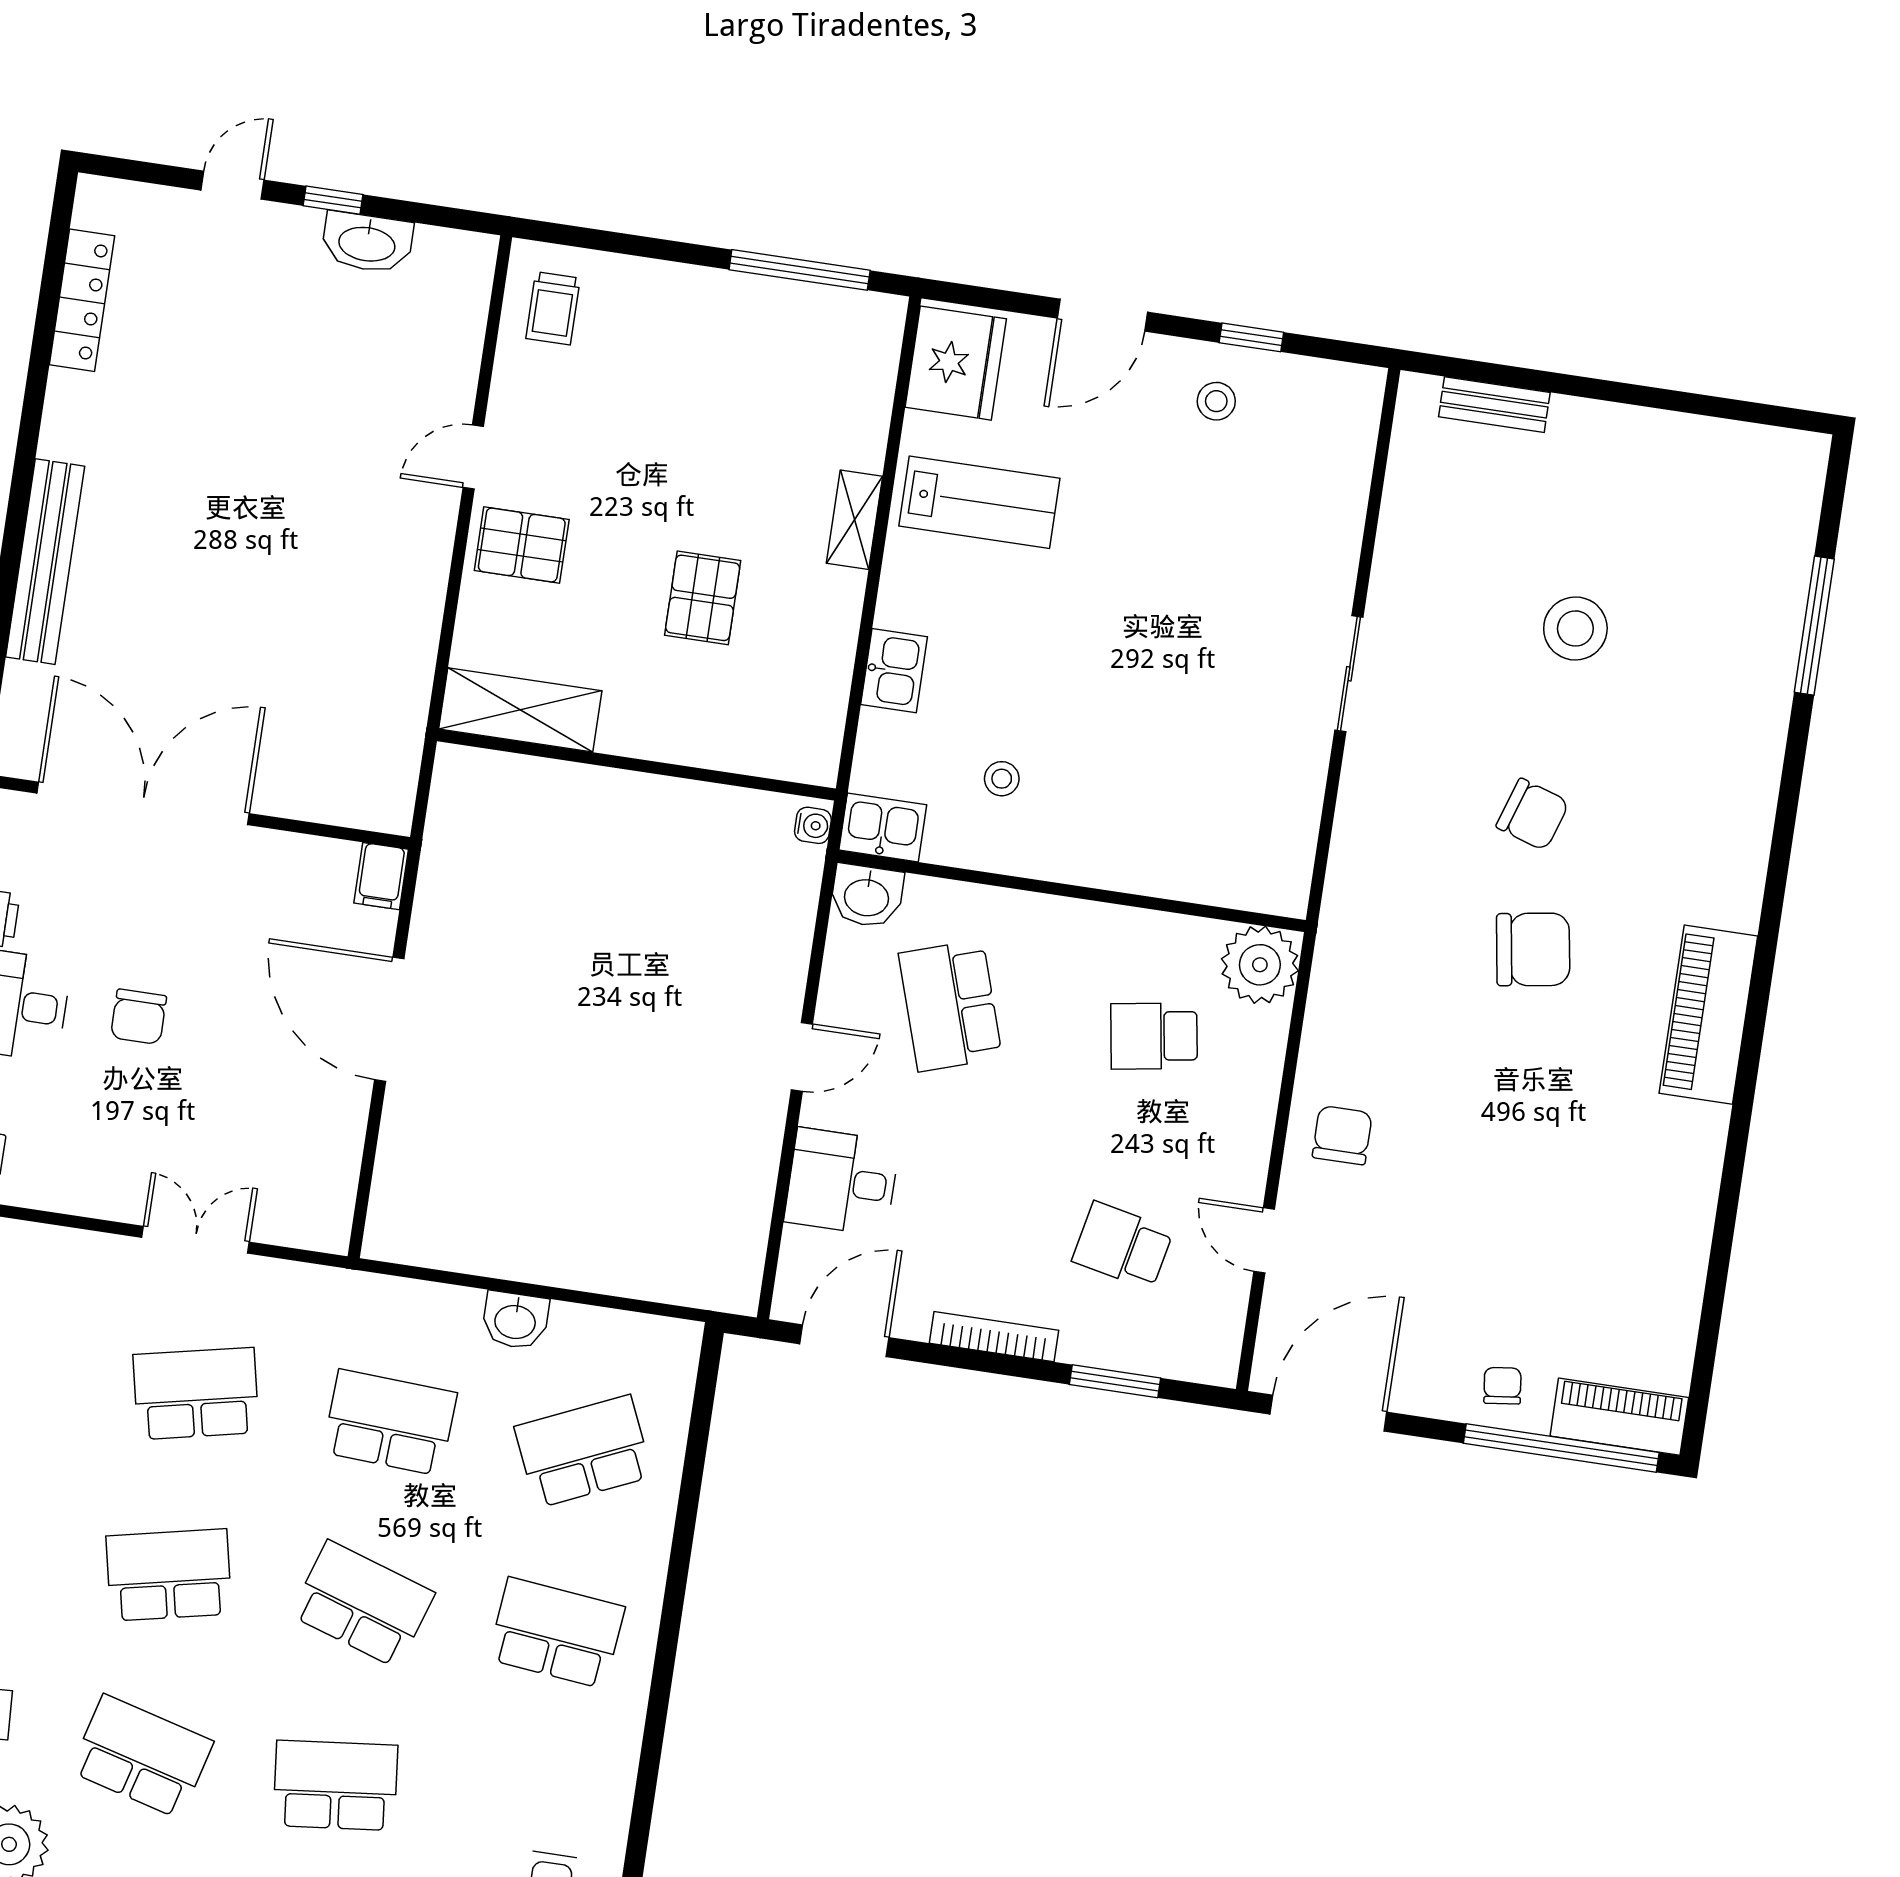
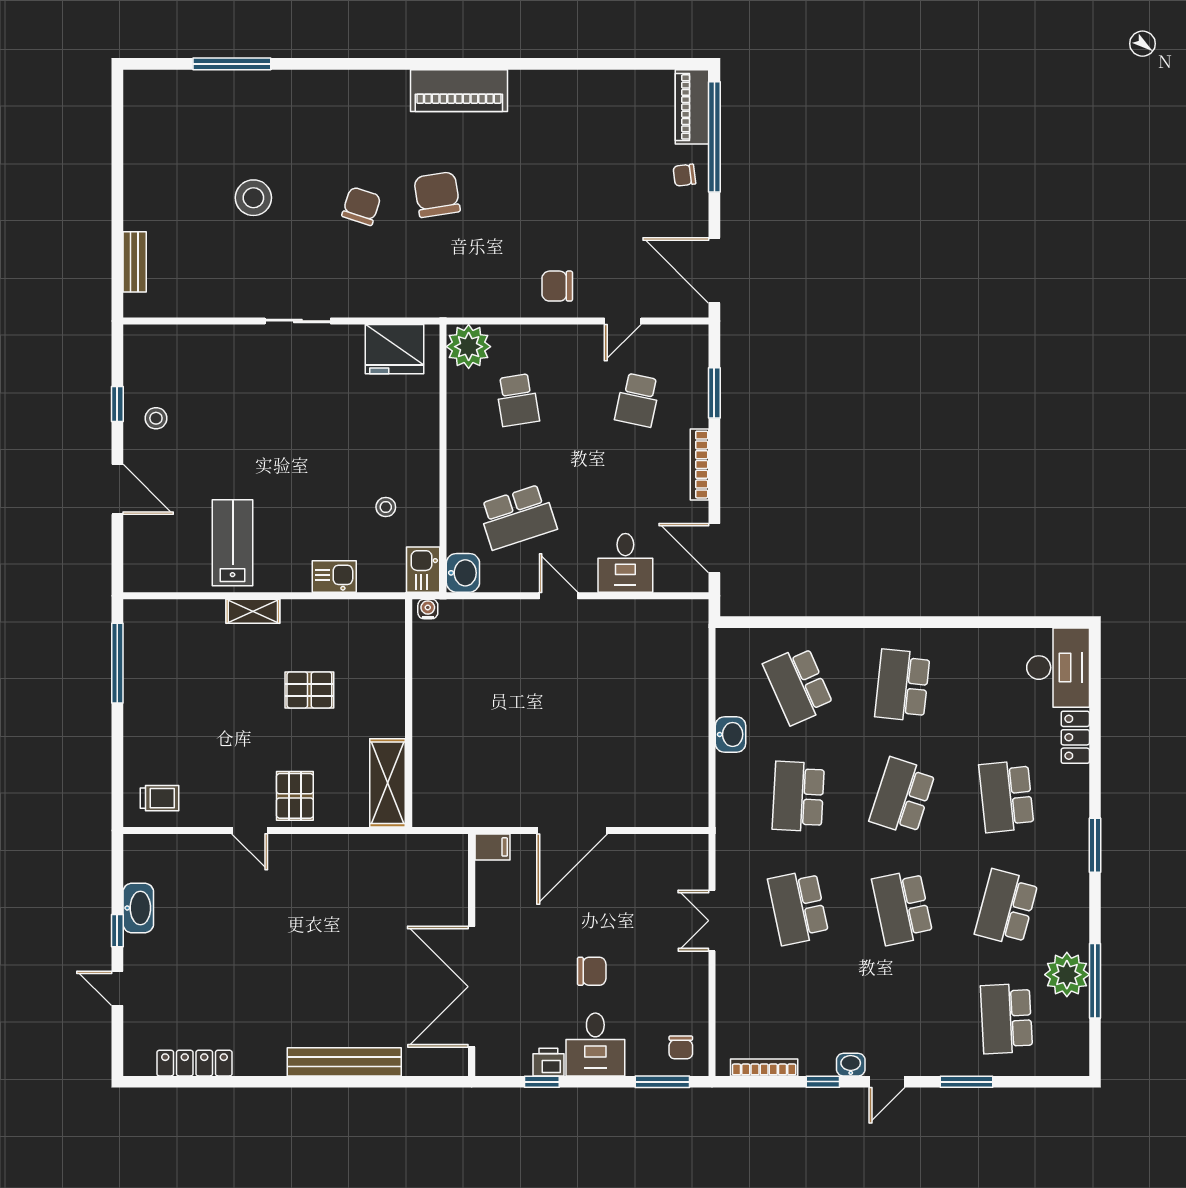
fridge: (956, 363) -> (394, 349), moved, turned 180

